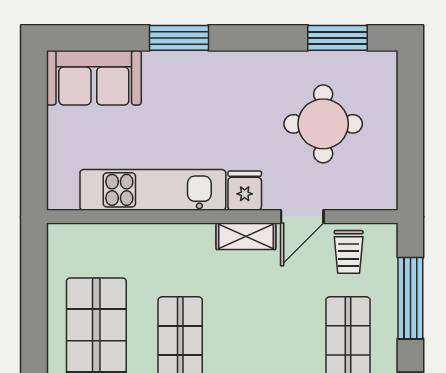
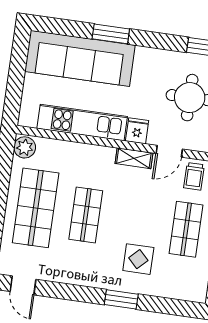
sofa: (94, 78) -> (80, 58), width x1.85, depth x1.27
plant: (64, 244) -> (25, 147), added

